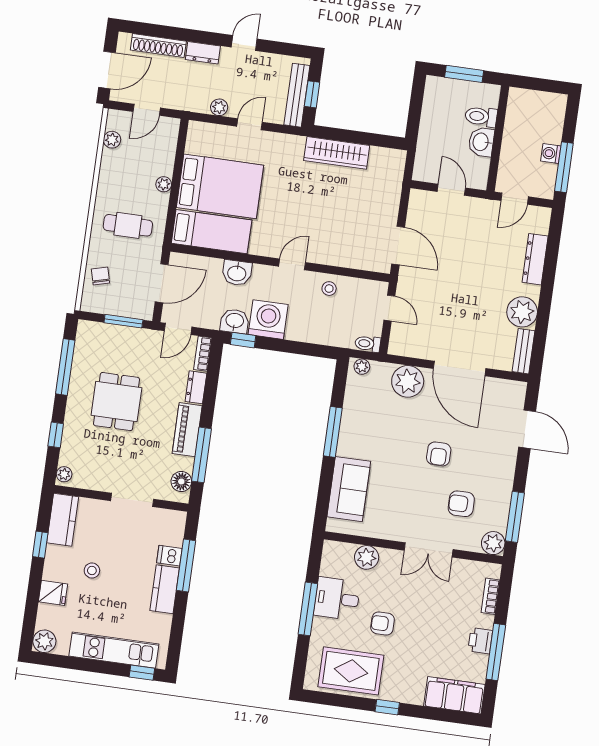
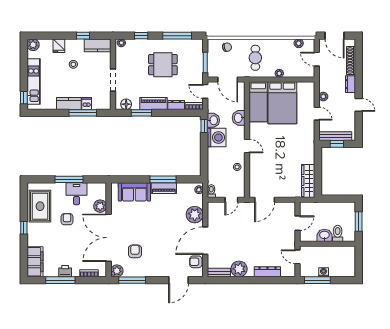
wardrobe: (337, 153) -> (308, 181), moved
piano: (350, 433) -> (164, 188), added
armchair: (439, 454) -> (196, 262), moved
window: (202, 455) -> (141, 113), width x0.69
double door: (429, 550) -> (109, 238), width x1.87

